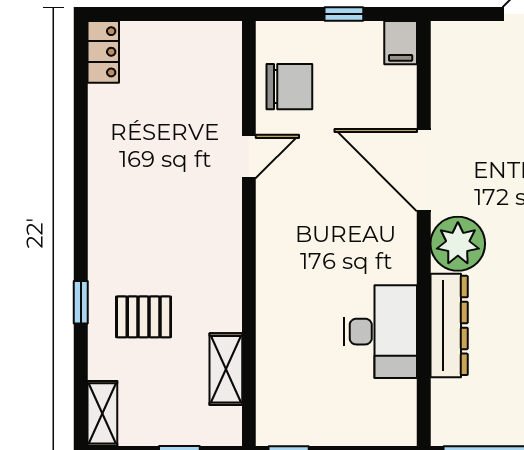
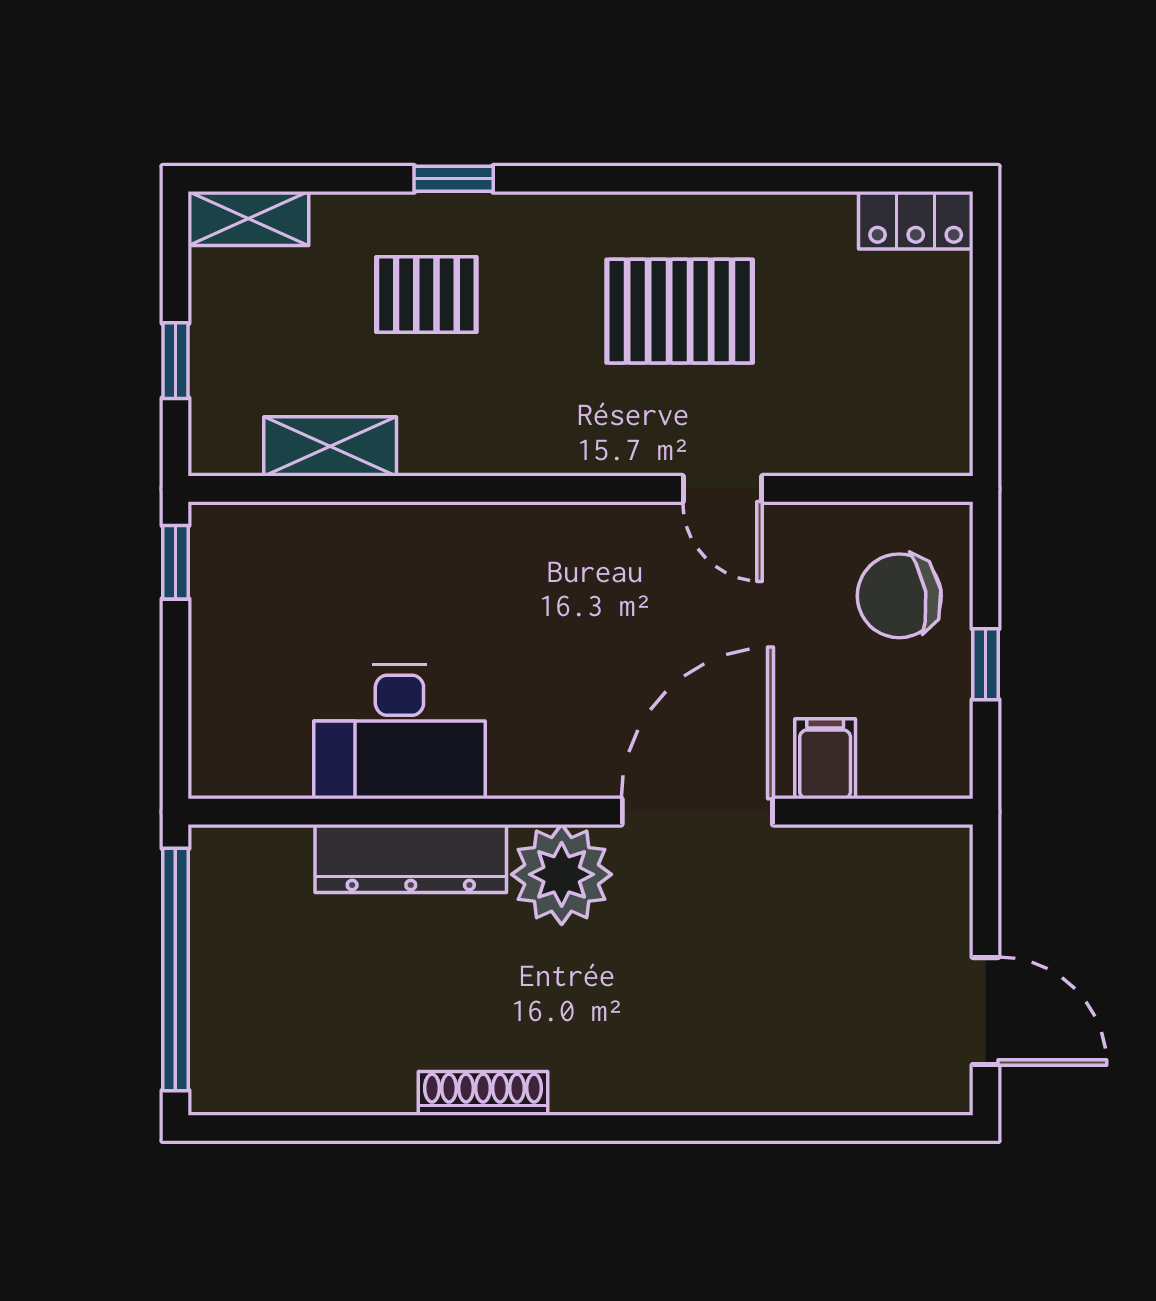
filing cabinet: (401, 43) -> (825, 759), moved, turned 90
chair: (289, 87) -> (899, 596), moved, turned 81
pallet: (152, 180) -> (680, 311), added
pallet: (144, 317) -> (426, 295), turned 90

